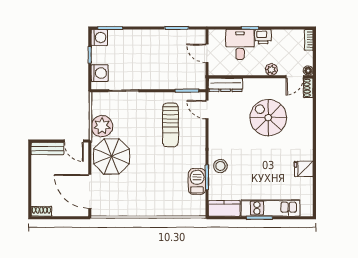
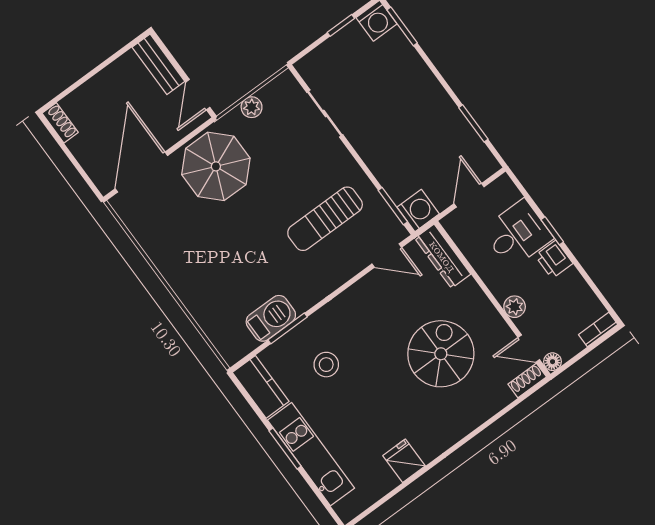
washing machine: (100, 73) -> (418, 211), moved, turned -90
door: (207, 110) -> (387, 256), swing flipped
plant: (102, 126) -> (252, 107), width x0.53, depth x0.53
stool: (220, 166) -> (326, 365), moved

